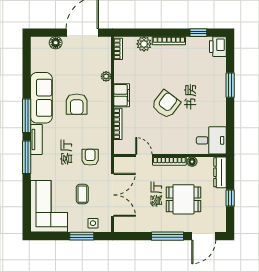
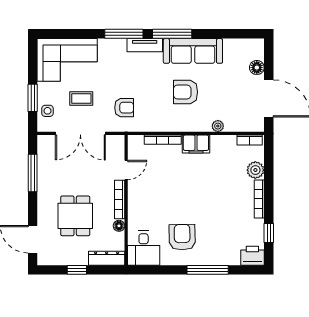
window: (230, 85) -> (208, 270), width x1.44
armchair: (166, 104) -> (182, 237), moved, turned -128
window: (167, 236) -> (33, 173), moved

